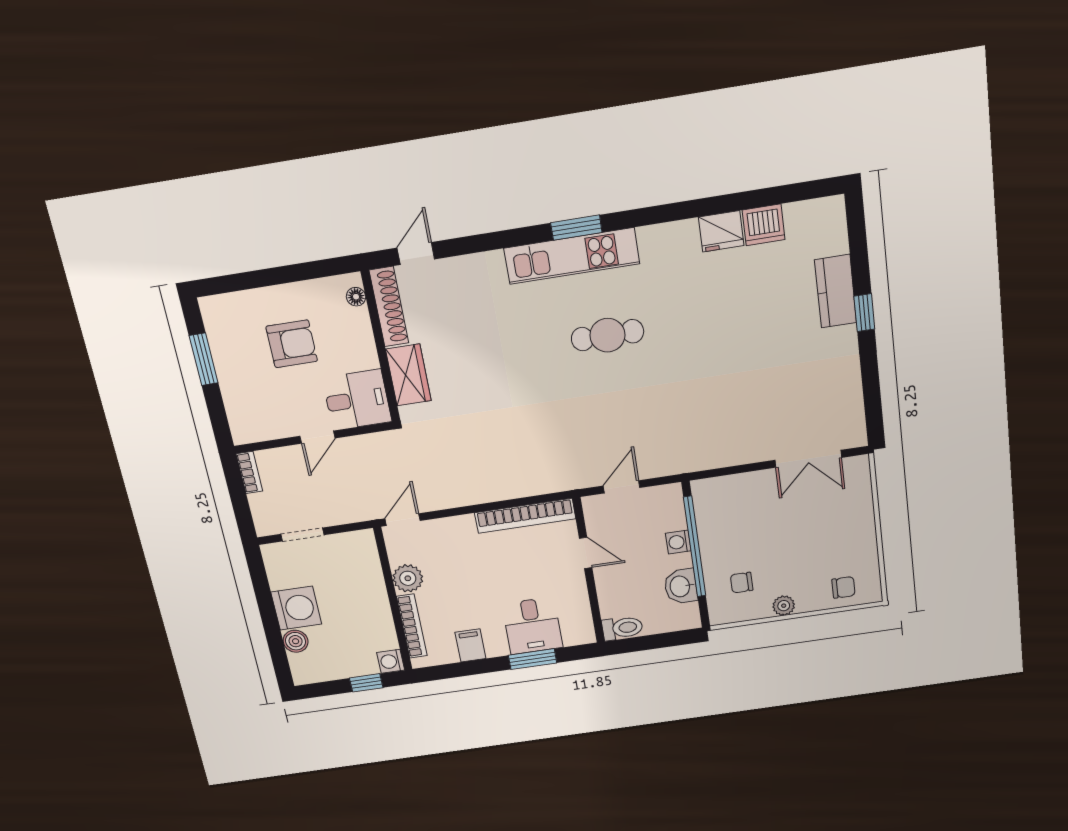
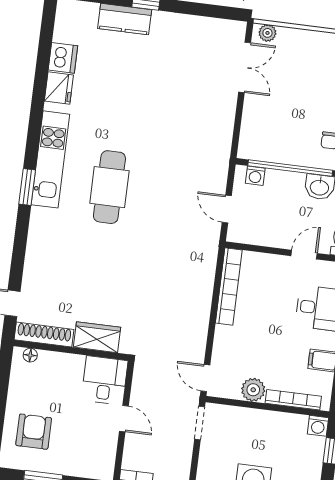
kitchen unit: (572, 256) -> (50, 159), moved
cafe table: (607, 335) -> (109, 187), width x1.37, depth x1.35
armchair: (292, 344) -> (34, 432), moved
plant: (859, 474) -> (267, 33), added
doorway: (302, 535) -> (200, 423), moved
washing machine: (678, 542) -> (255, 176), moved
door: (586, 553) -> (304, 255), moved

